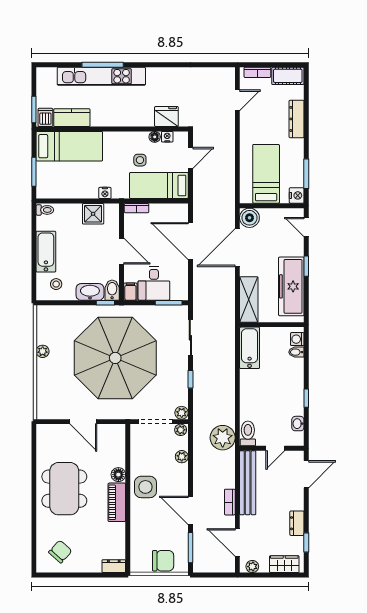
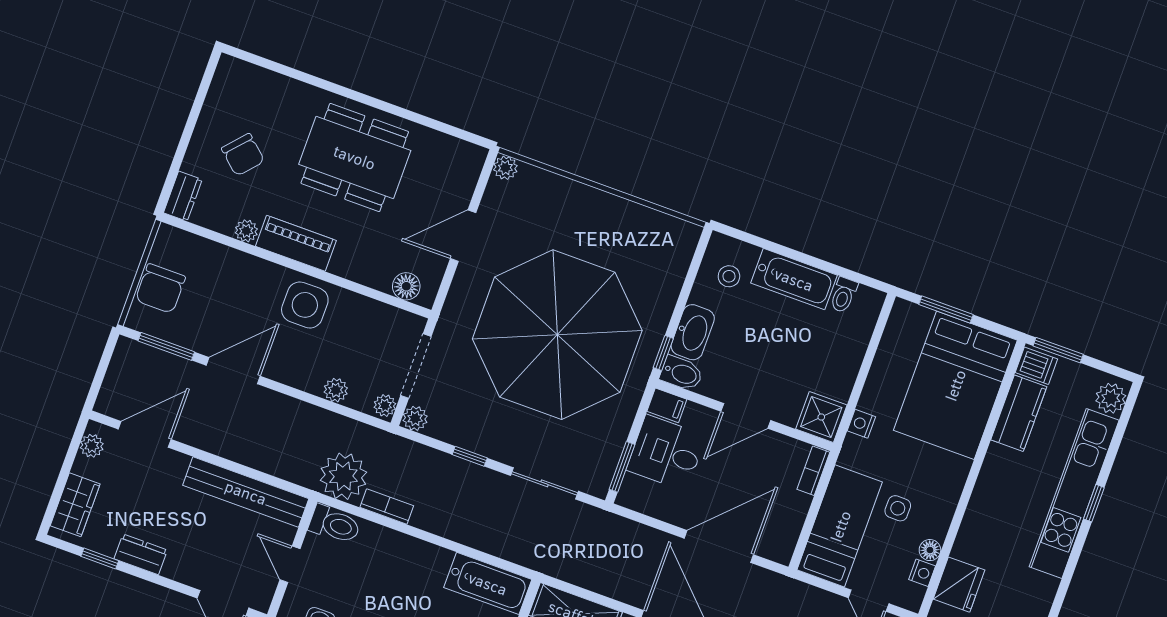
window: (103, 65) -> (1094, 503), width x0.46
plant: (48, 75) -> (1111, 398), added
bed: (69, 146) -> (955, 385), width x1.50
toilet: (45, 210) -> (844, 295), moved
shower: (93, 214) -> (821, 417), moved
plant: (43, 351) -> (505, 168), moved
floor lamp: (118, 475) -> (406, 286), moved
bookcase: (230, 502) -> (387, 507), moved
plant: (120, 529) -> (246, 231), added
chair: (60, 552) -> (243, 155), moved

